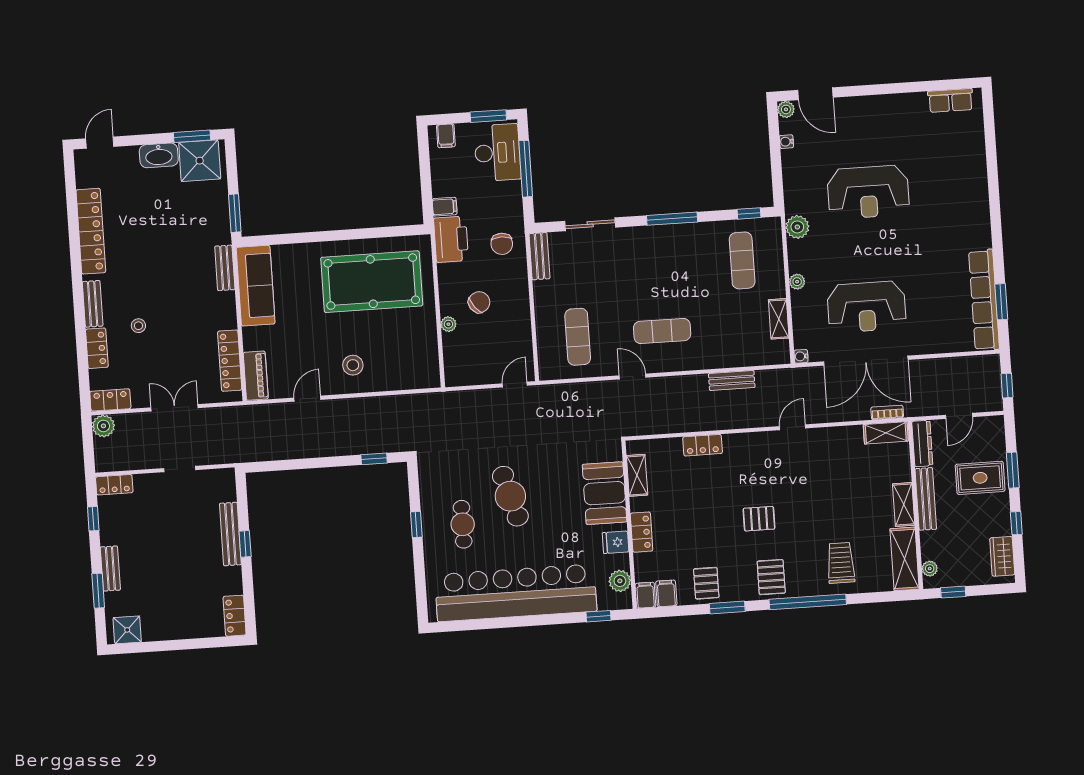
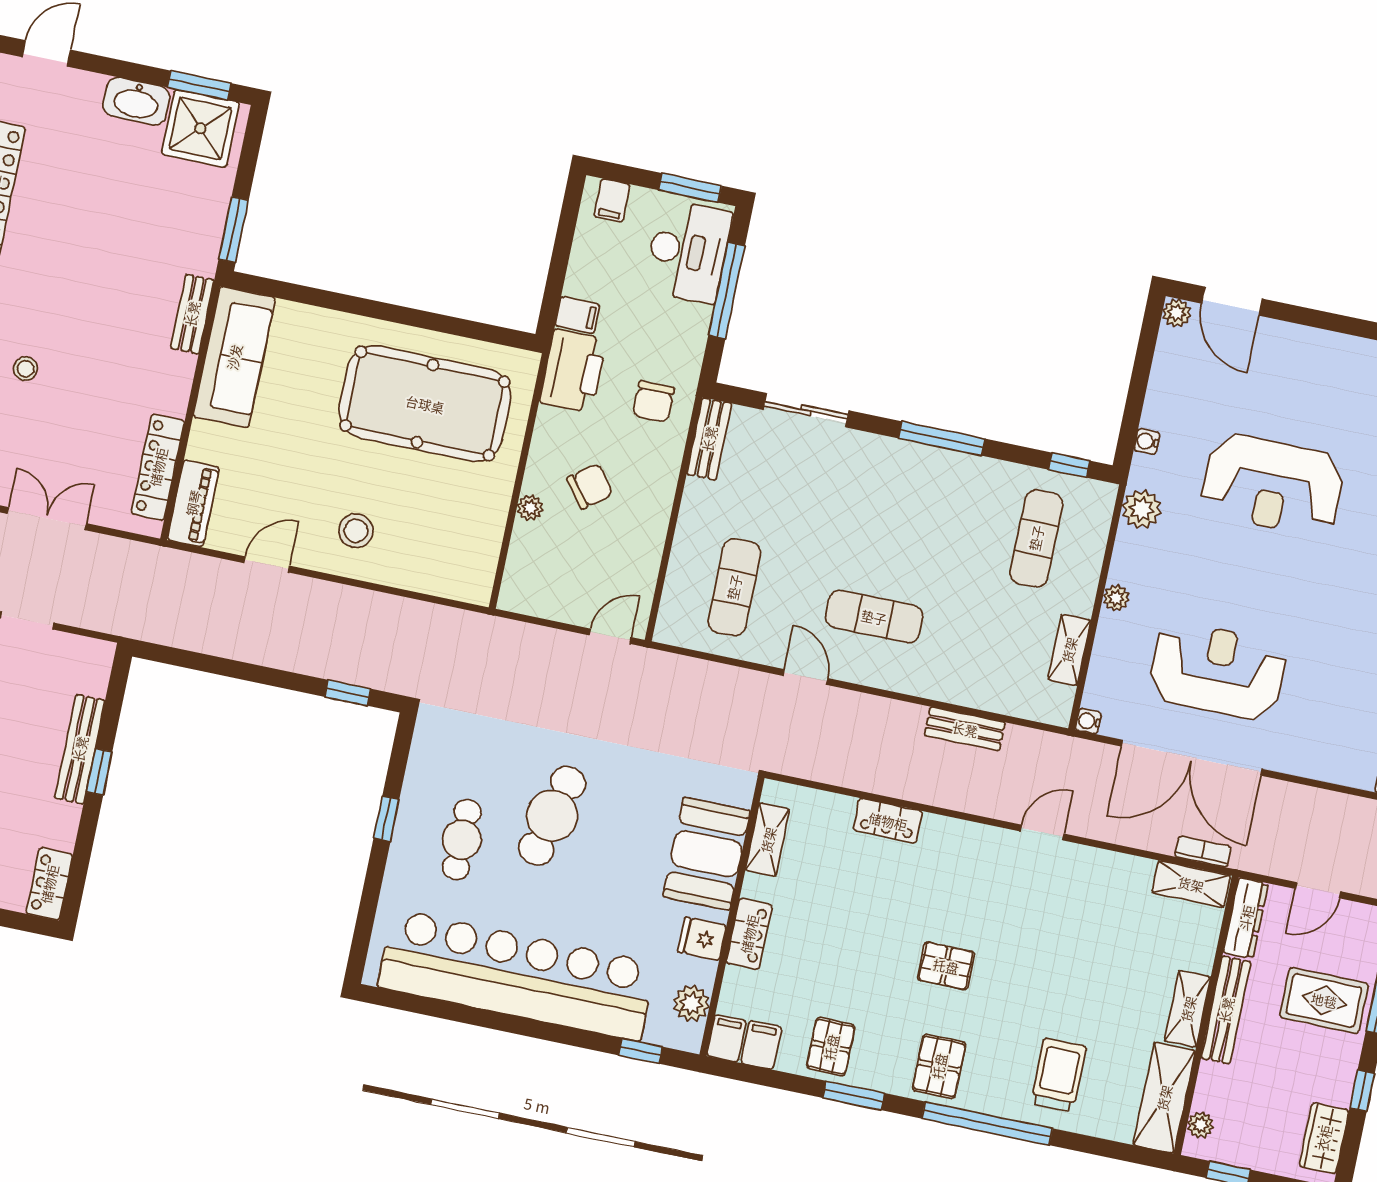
water cooler: (786, 142) -> (1147, 441), moved
reception desk: (867, 307) -> (1217, 671), turned 180
cafe table: (510, 496) -> (552, 816), turned 30

